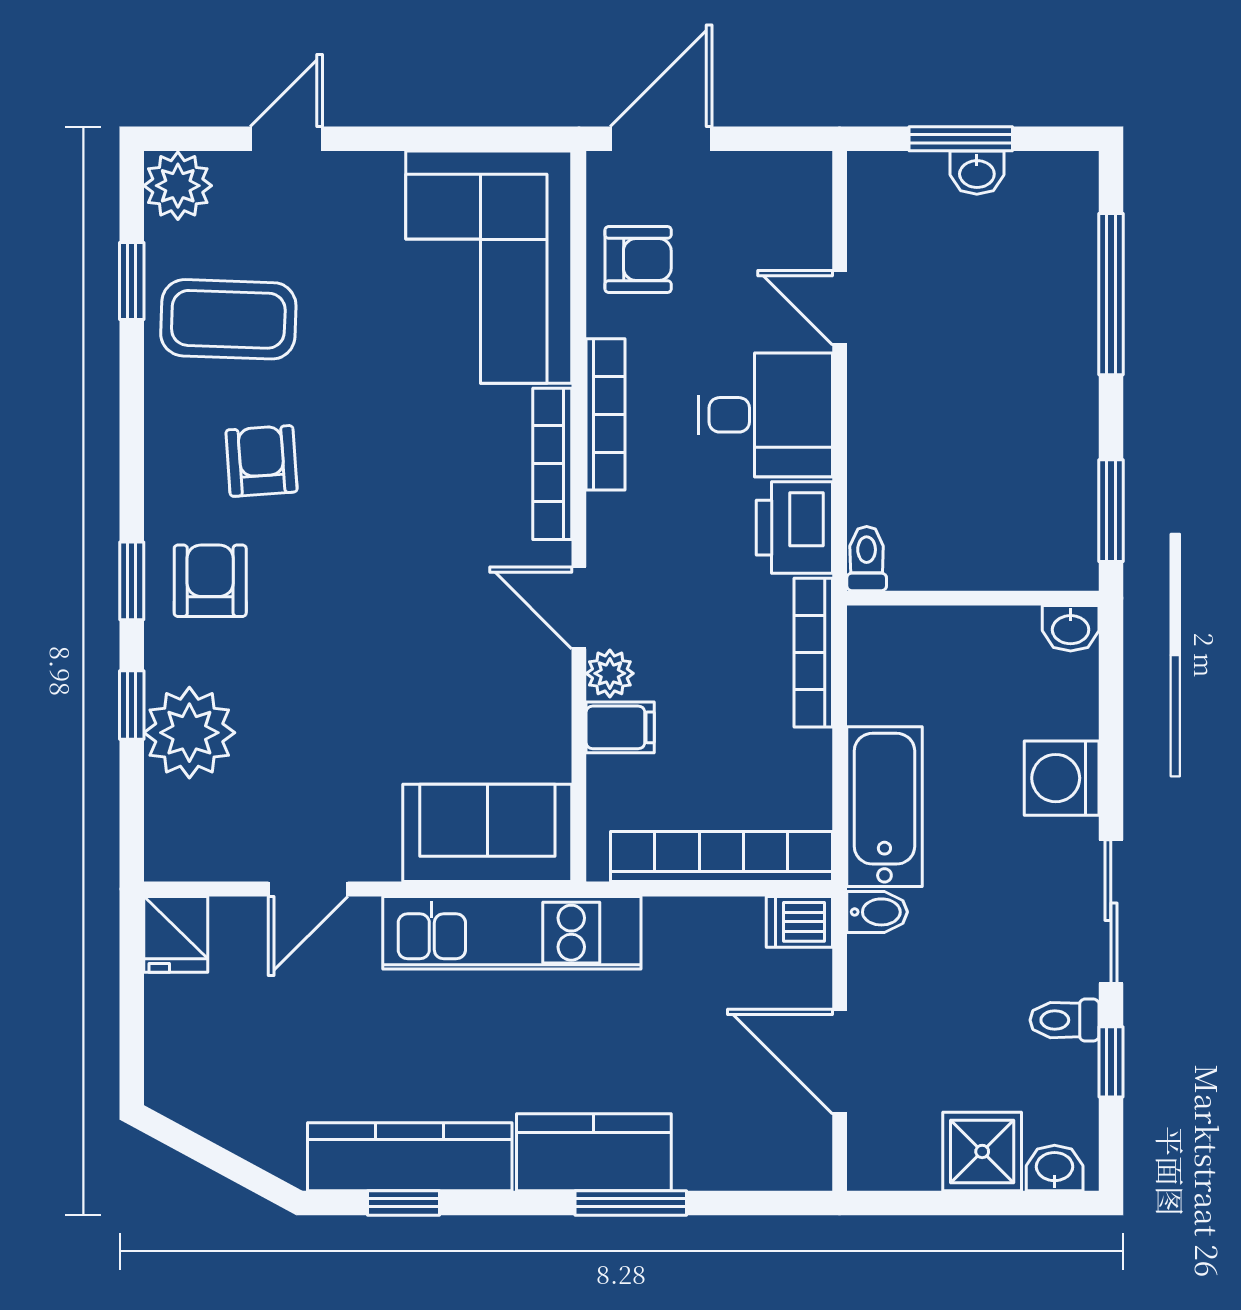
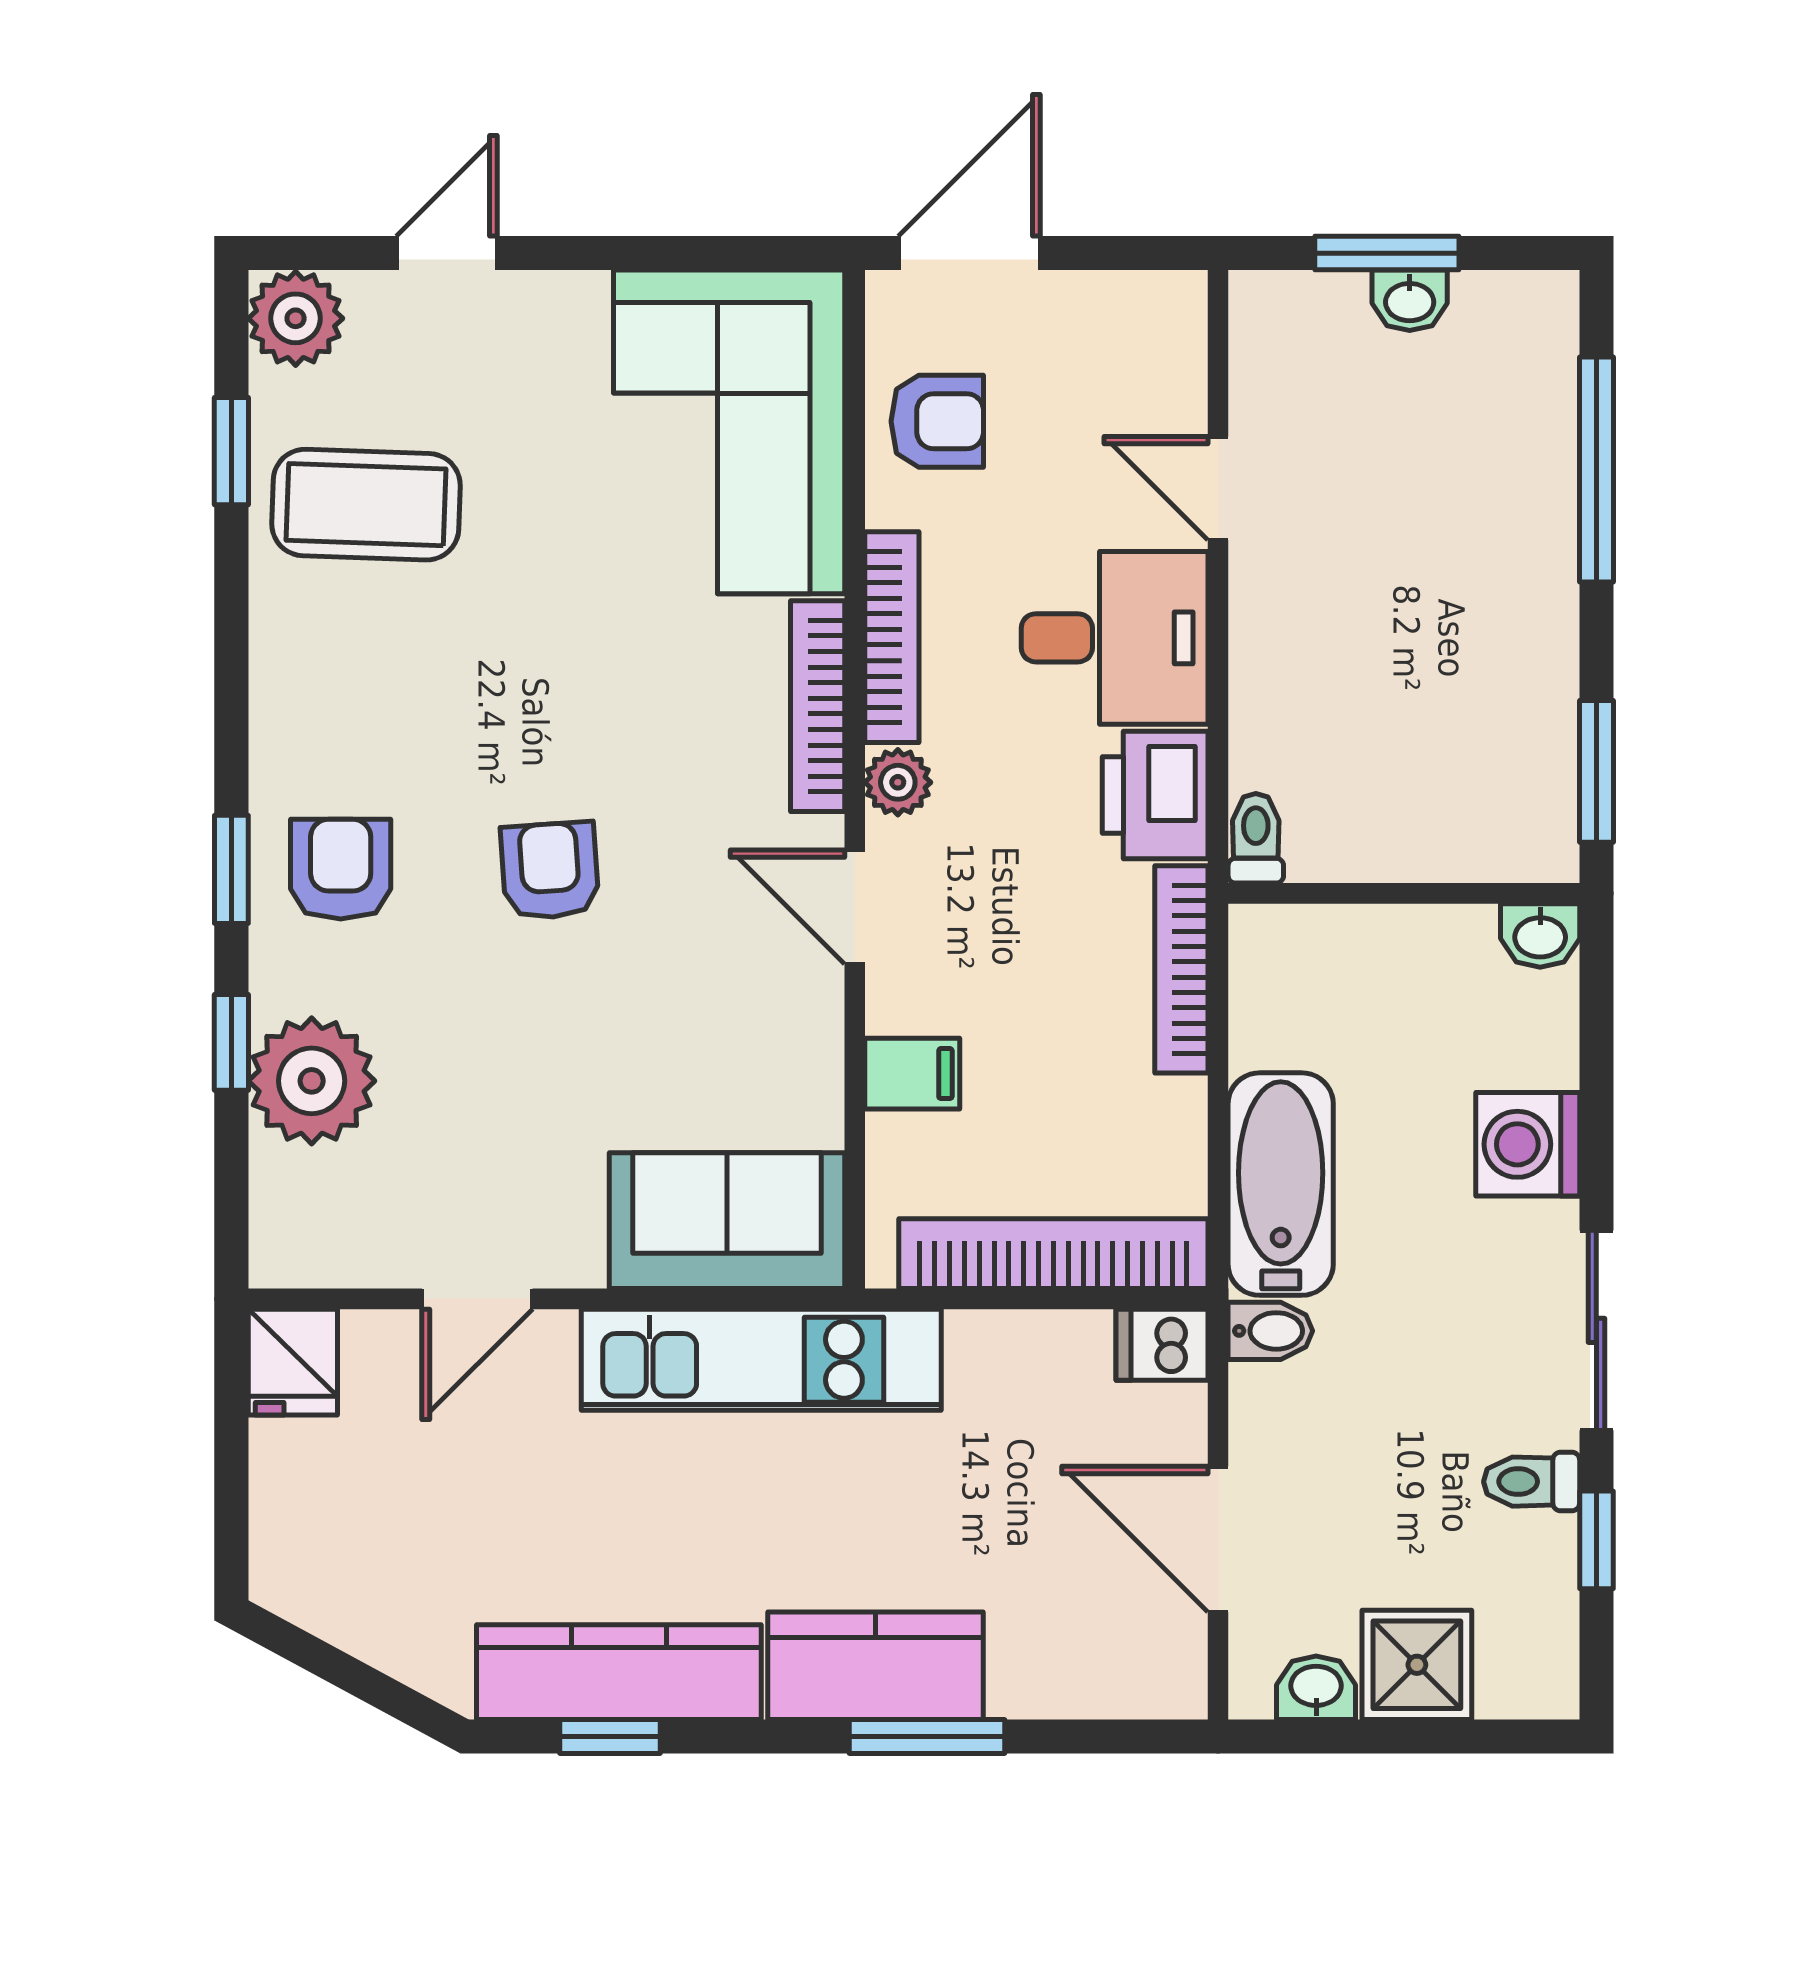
armchair: (262, 461) -> (550, 871), moved
plant: (610, 673) -> (898, 782), moved
washbasin: (1055, 1168) -> (1316, 1688), moved

